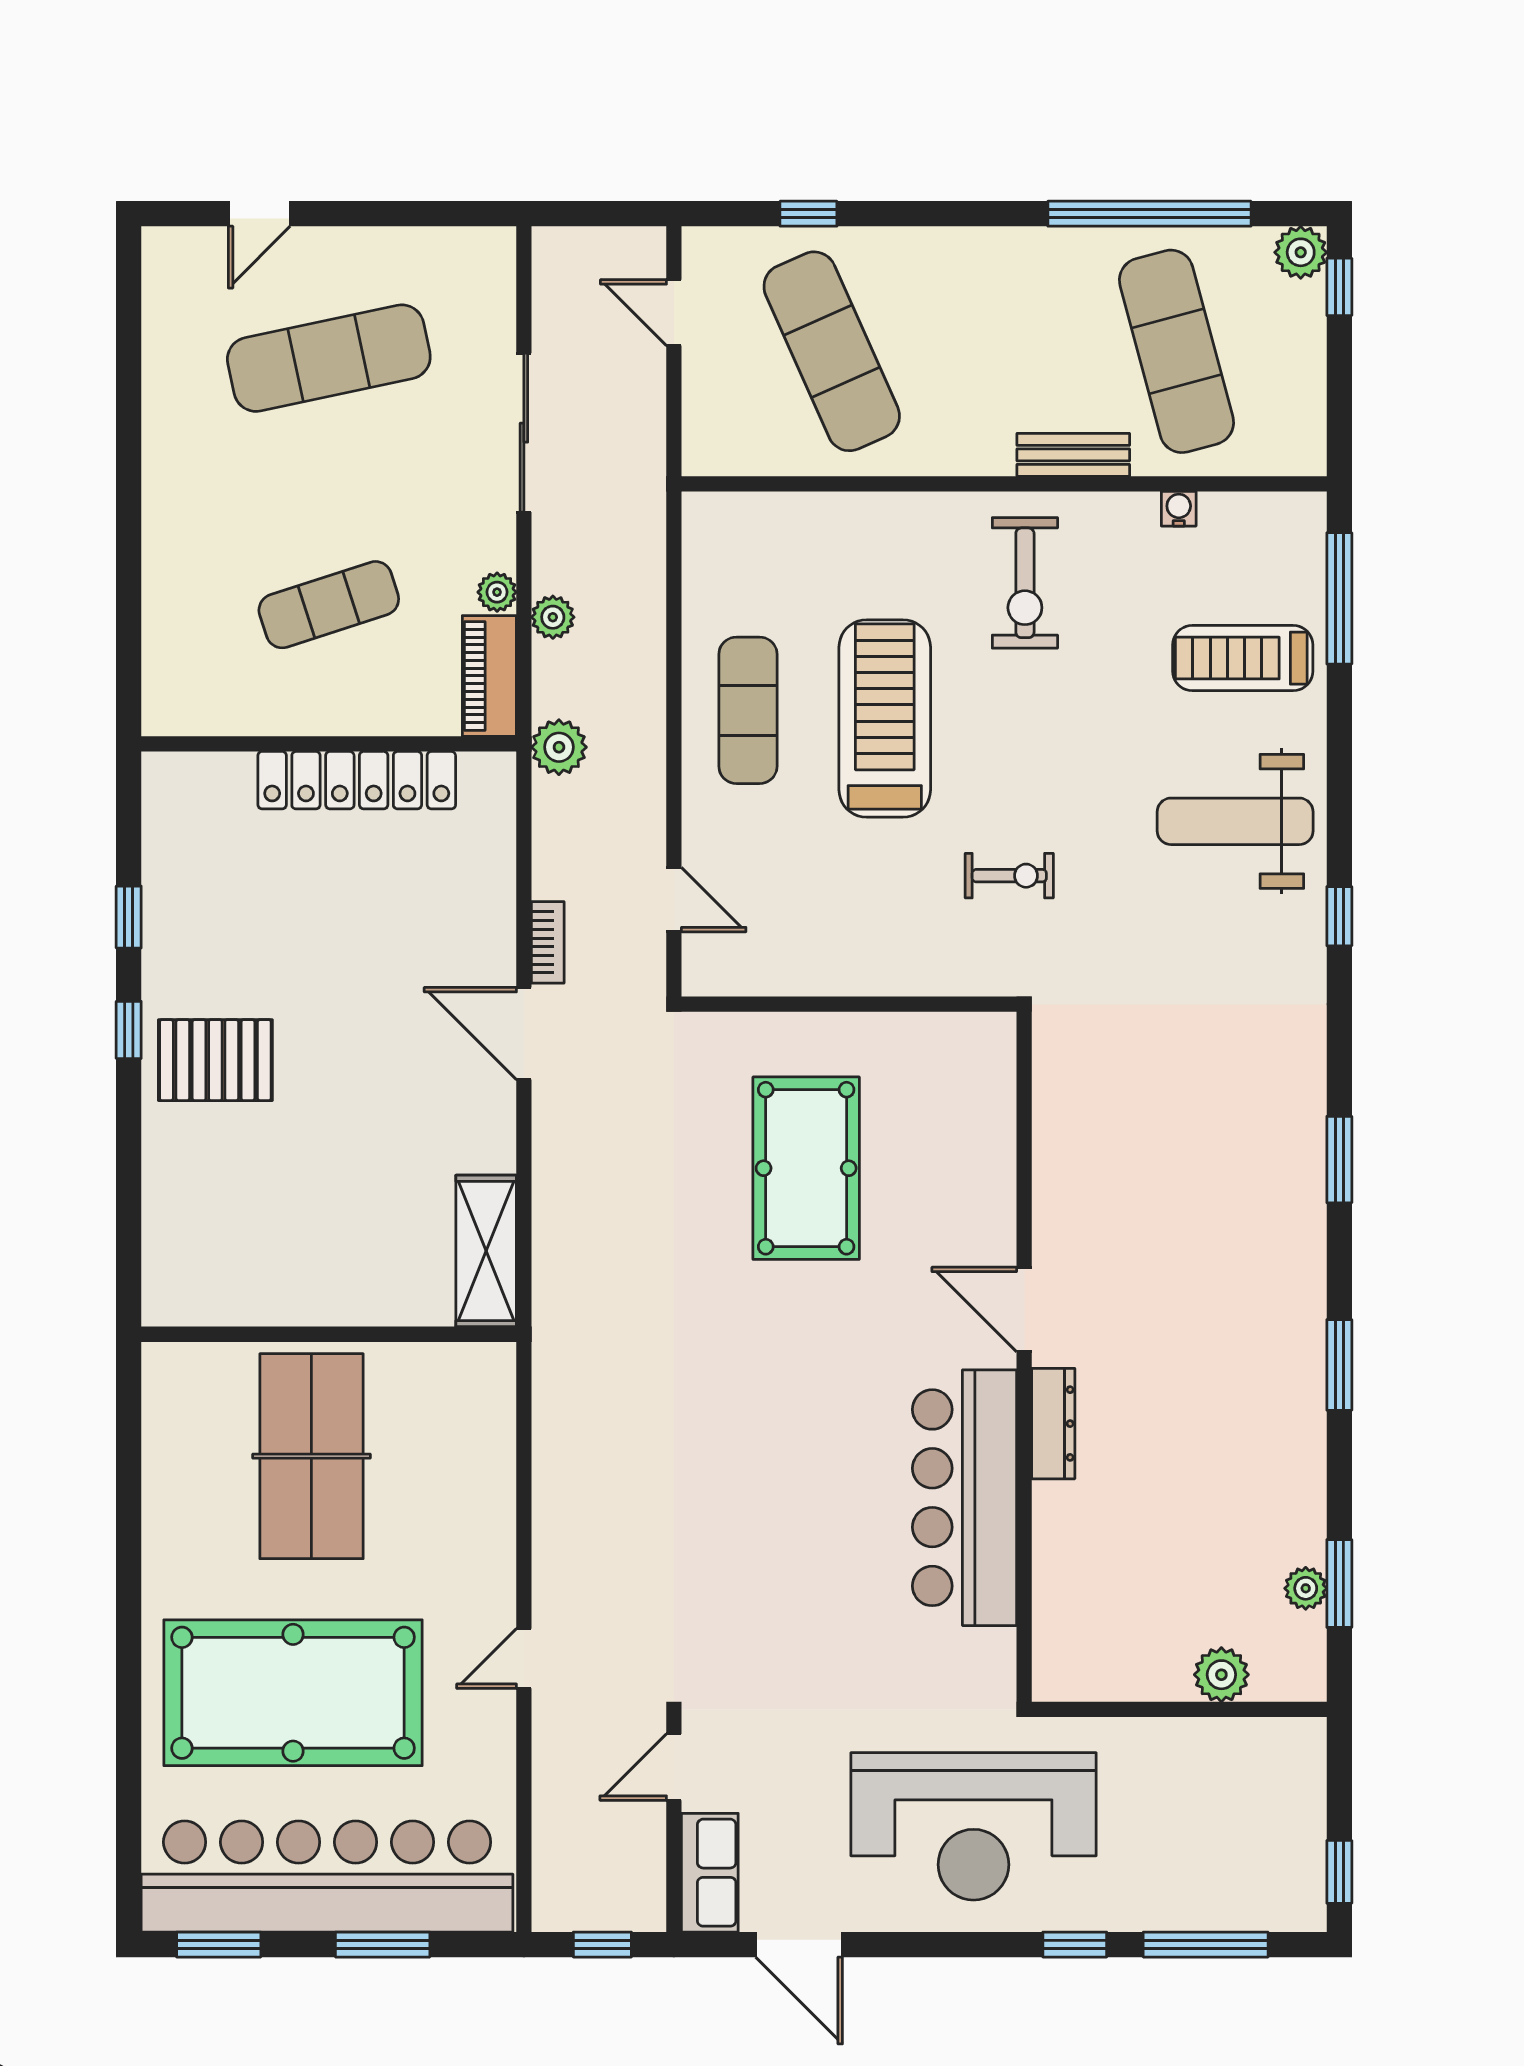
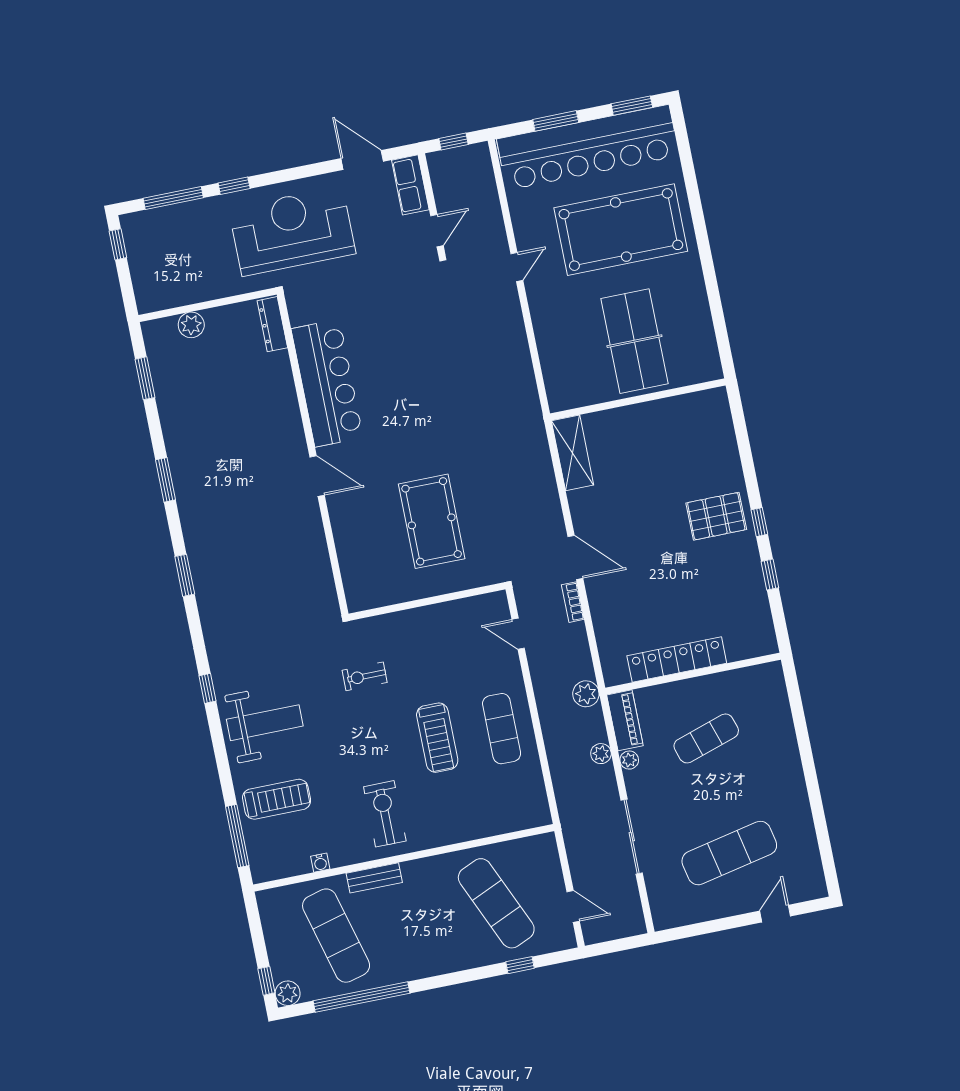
treadmill: (885, 719) -> (437, 738), width x0.73, depth x0.73
dresser: (1053, 1424) -> (272, 324), moved
plant: (1306, 1588) -> (160, 373), removed

